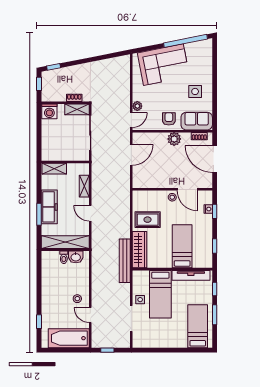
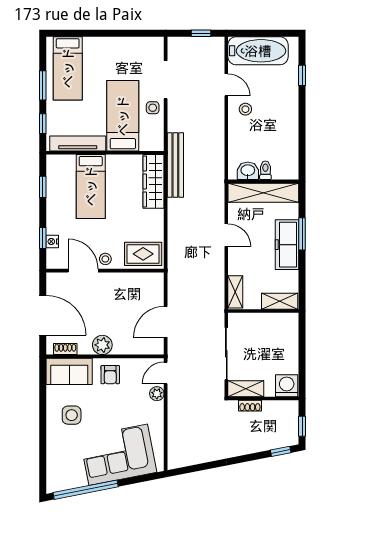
shelving: (84, 186) -> (235, 292), moved
rug: (148, 220) -> (143, 254), moved

